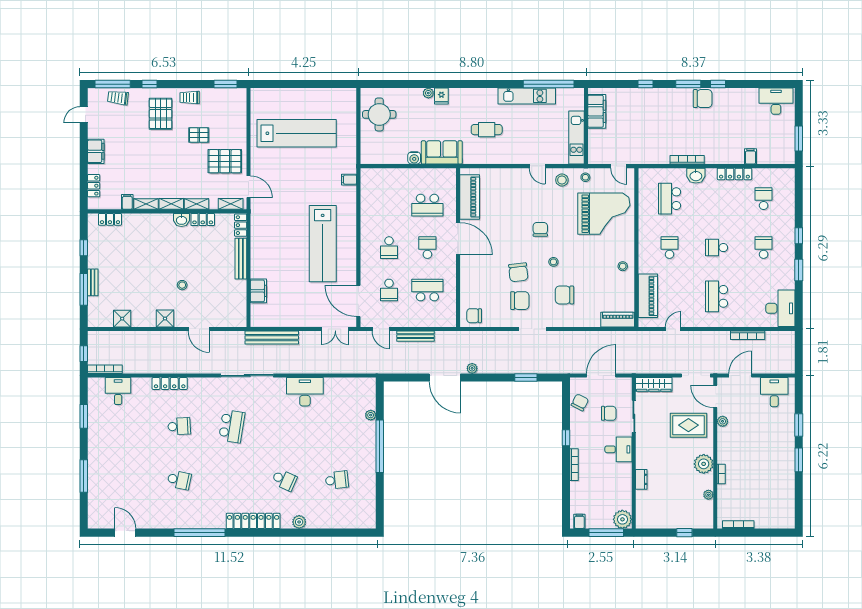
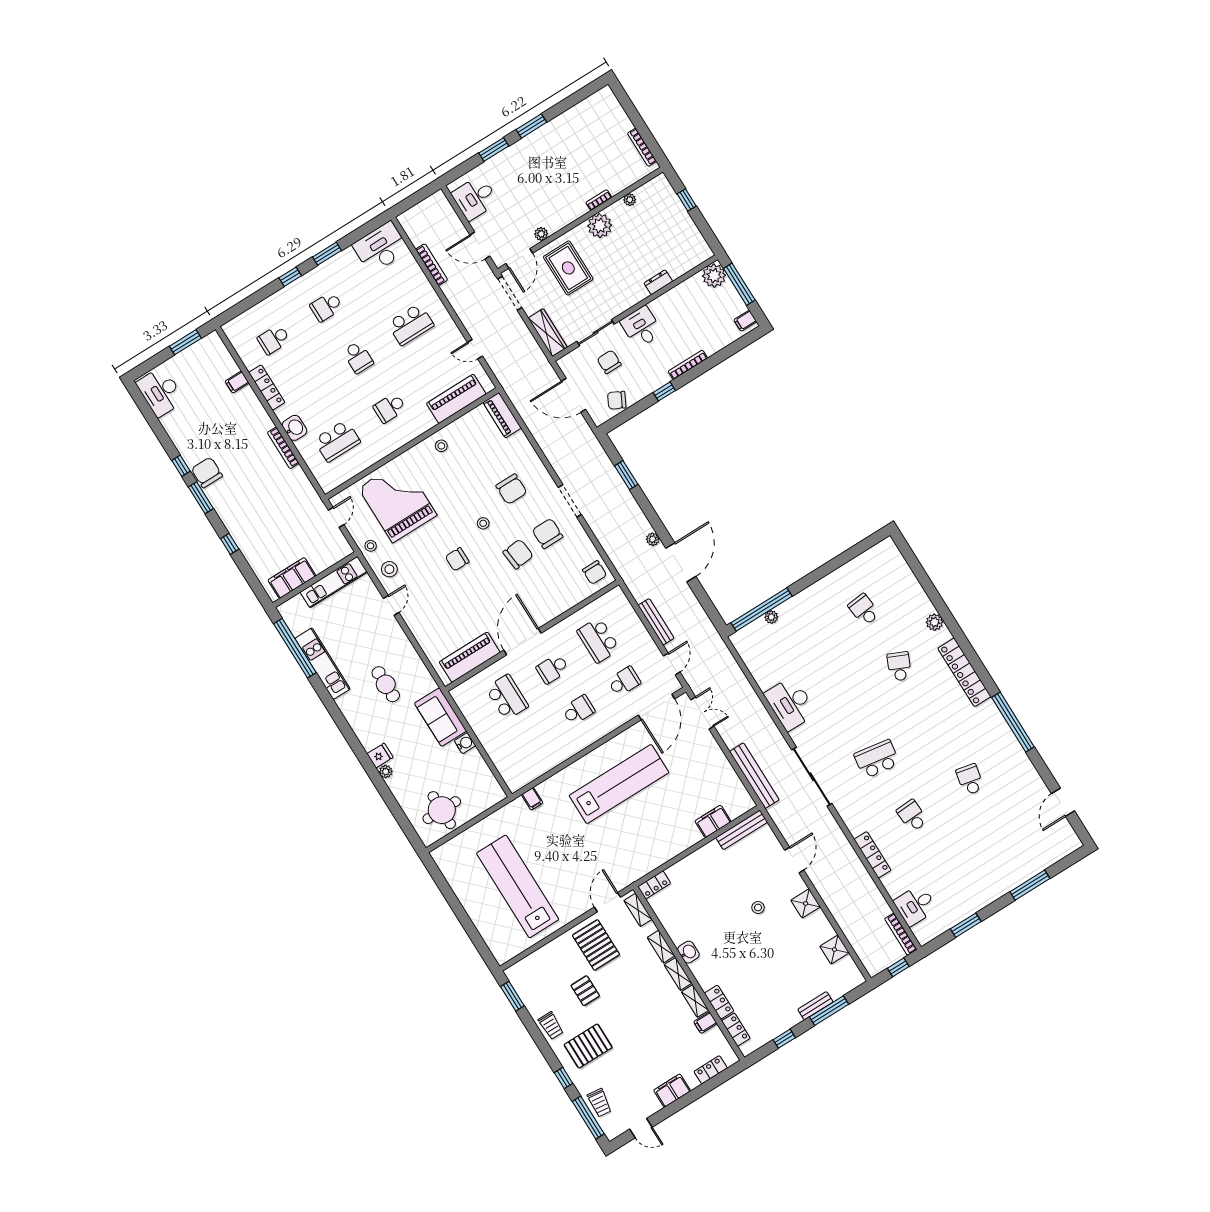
locker: (203, 220) -> (719, 1002), moved
bench: (241, 259) -> (742, 830), moved
window: (380, 446) -> (761, 609), moved

